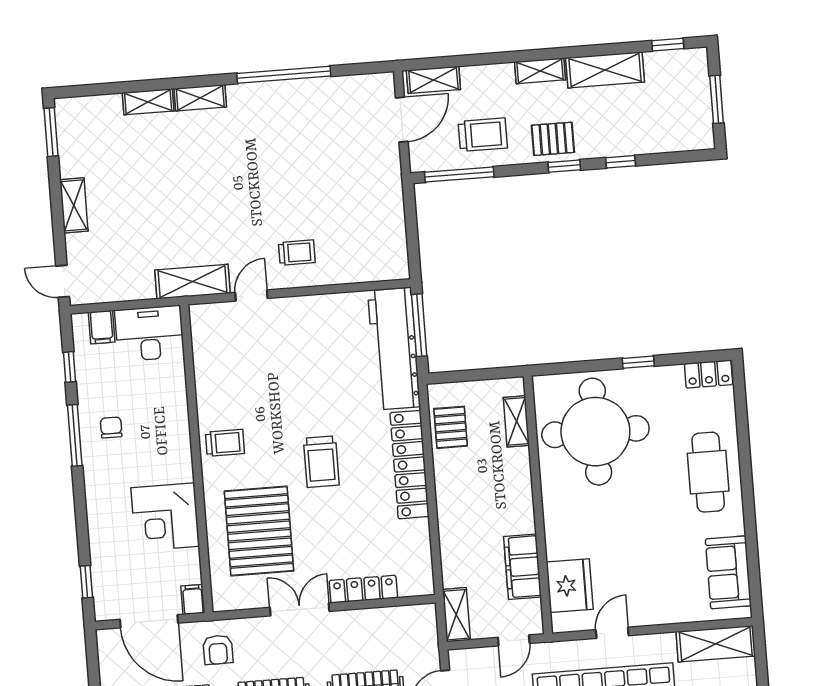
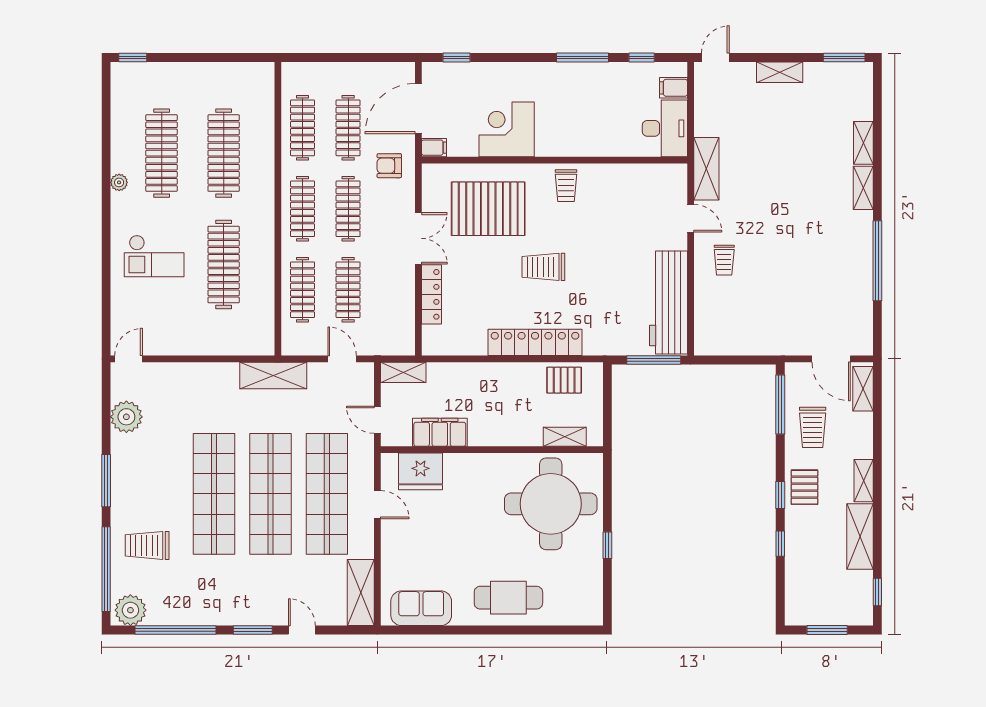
workbench: (394, 349) -> (668, 302), moved, turned -90
locker: (709, 374) -> (592, 605), removed
chair: (111, 427) -> (587, 89), removed

